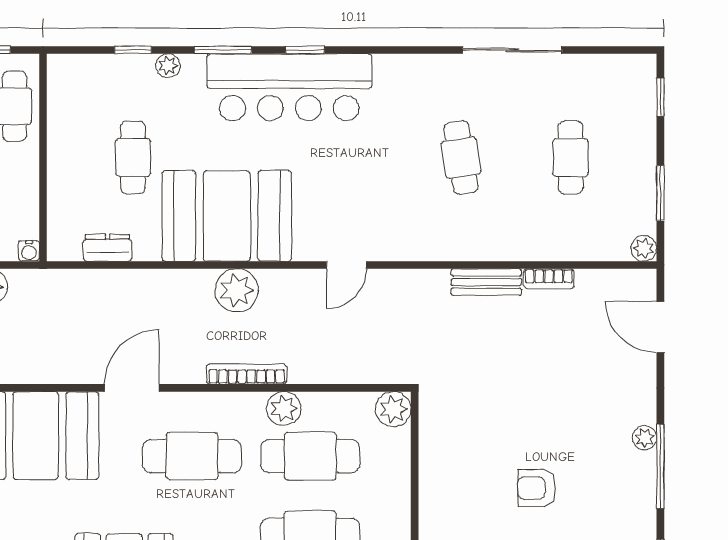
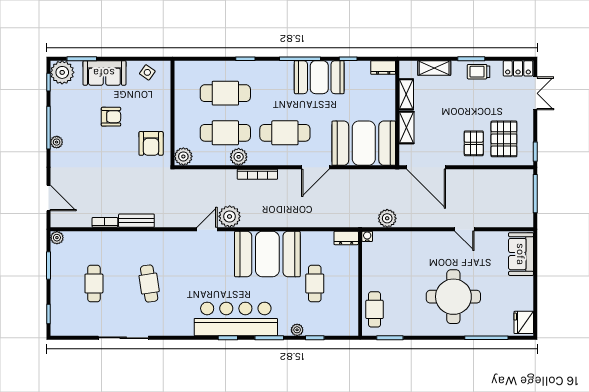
dresser: (108, 248) -> (346, 238), moved
plant: (237, 290) -> (230, 216), moved
armchair: (457, 435) -> (151, 143), added

